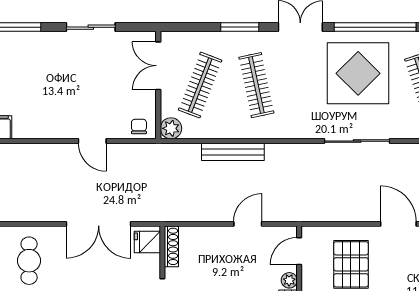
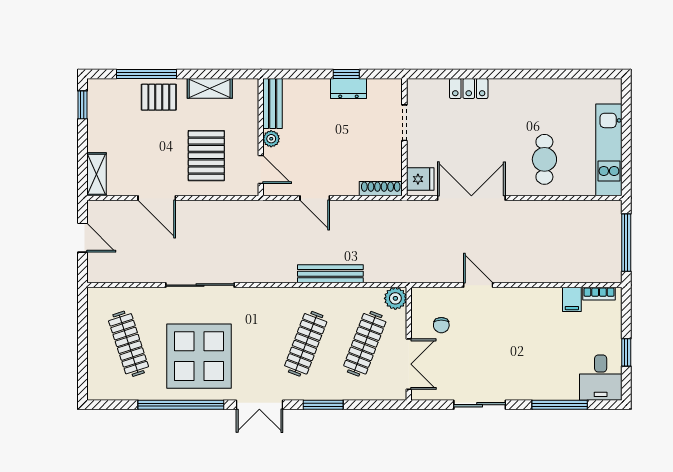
clothes rail: (256, 85) -> (306, 344), turned 33
chair: (139, 126) -> (441, 325), moved
door: (248, 224) -> (315, 198), hinge flipped
shoe rack: (171, 246) -> (381, 189), moved, turned 90
door: (299, 251) -> (261, 170), hinge flipped

